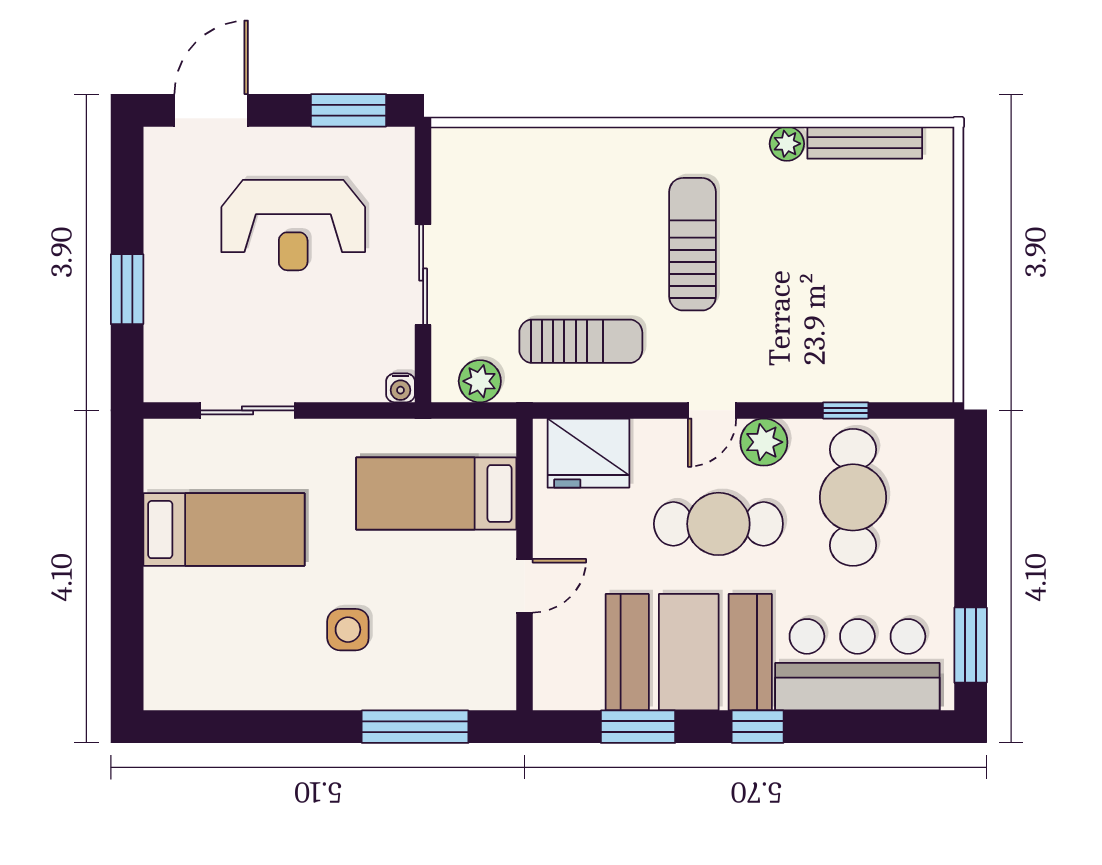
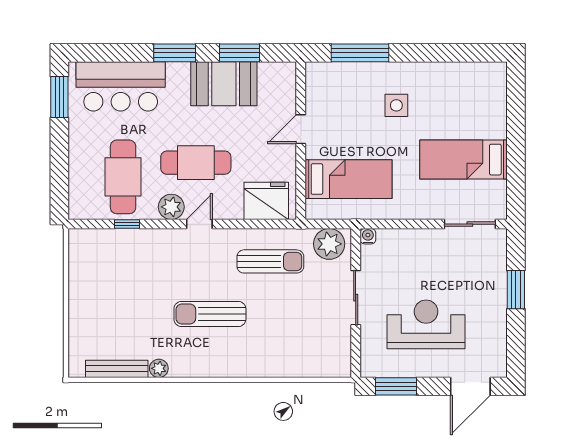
sun lounger: (692, 244) -> (210, 314), turned 90
sun lounger: (581, 341) -> (270, 261), turned 180
plant: (480, 381) -> (329, 244), width x1.36, depth x1.36
sliding door: (247, 410) -> (470, 224), moved
booth: (689, 652) -> (224, 84), width x0.73, depth x0.70
window: (758, 727) -> (175, 53), width x1.50

